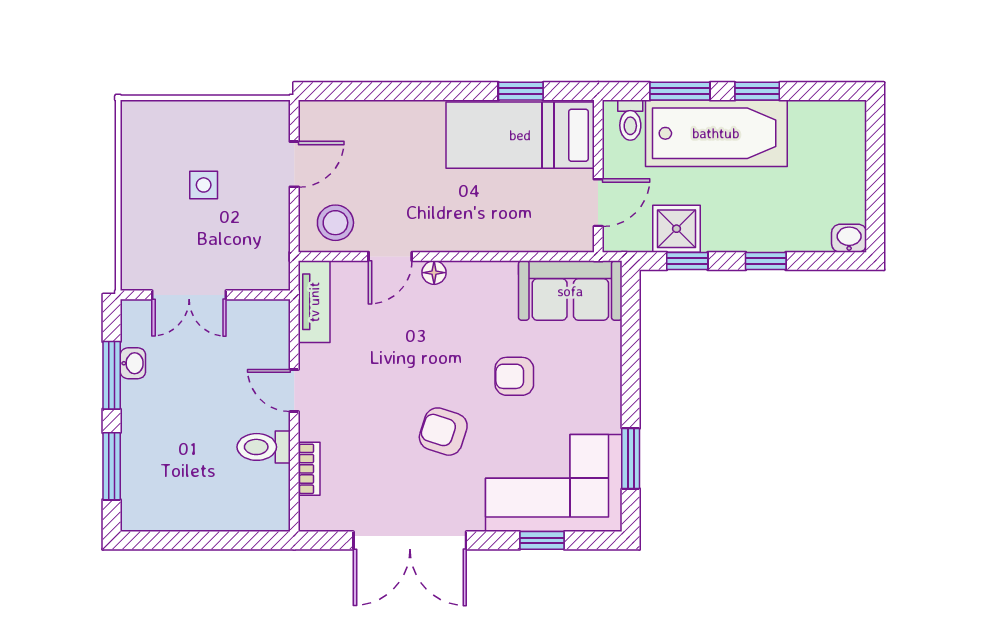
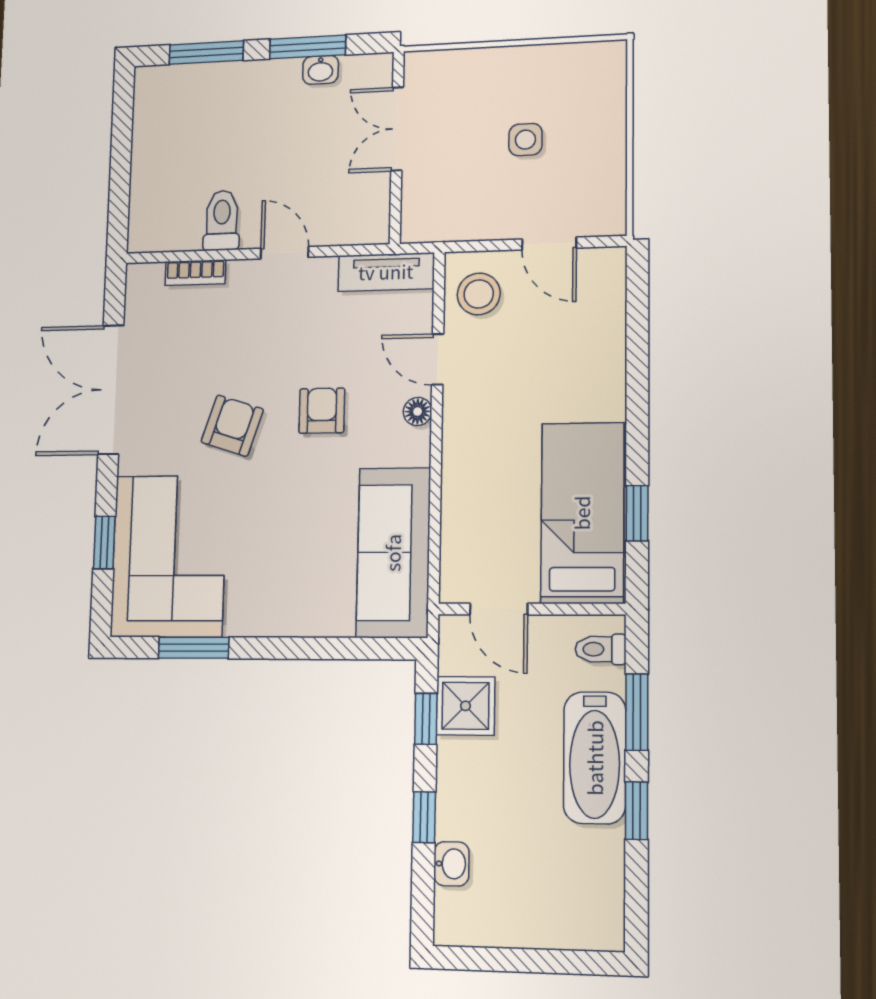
bathtub: (716, 133) -> (595, 758), width x0.73, depth x0.73
washbasin: (849, 238) -> (451, 864), moved
sofa: (570, 291) -> (393, 553), width x1.36
armchair: (514, 376) -> (322, 411), moved
door: (294, 390) -> (284, 253), hinge flipped

